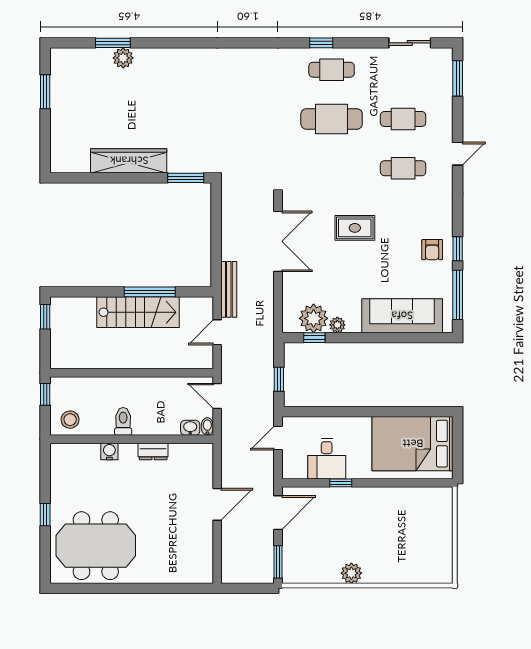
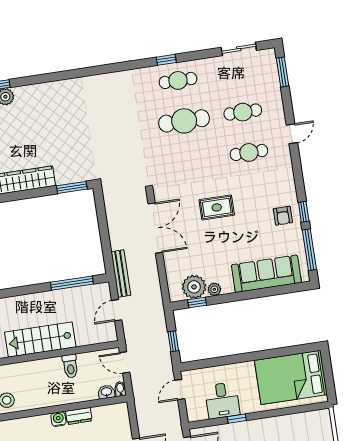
window: (150, 292) -> (72, 283), moved
stairs: (138, 312) -> (40, 340), moved, turned 180
toilet: (123, 421) -> (70, 366), moved, turned 180
water cooler: (109, 451) -> (58, 419), moved

